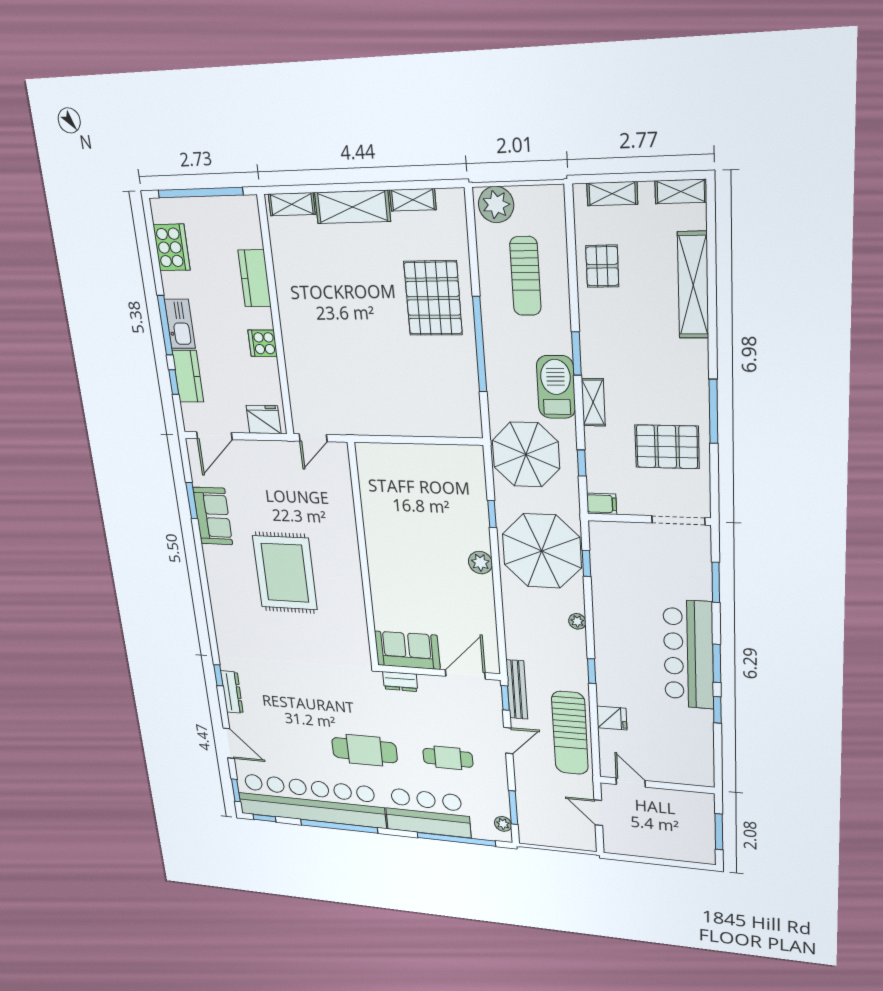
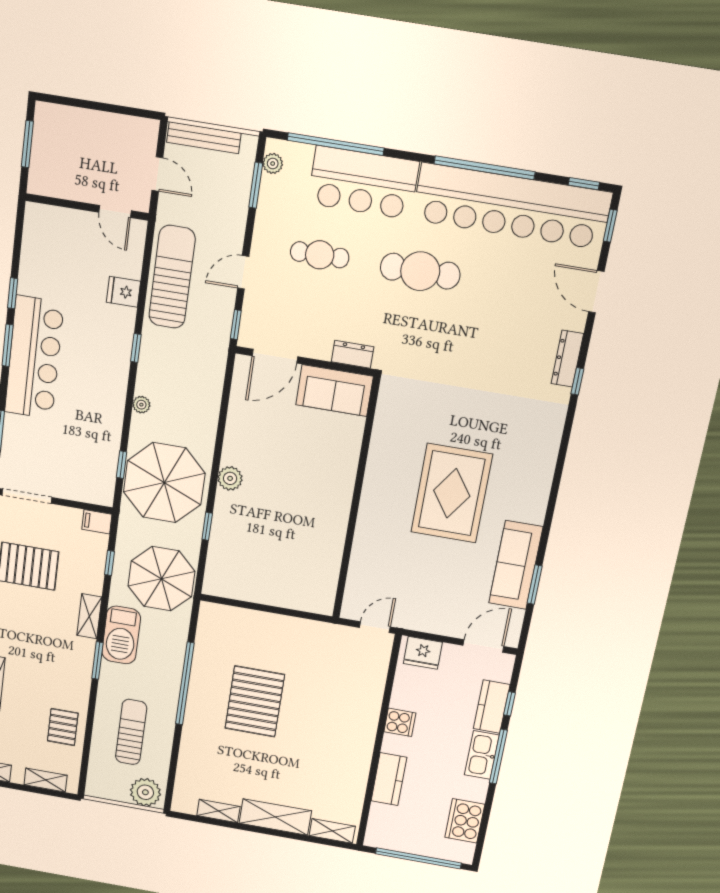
pallet: (433, 298) -> (255, 701), moved
sofa: (213, 516) -> (516, 565), width x1.36
bench: (517, 689) -> (204, 138), moved, turned 90

